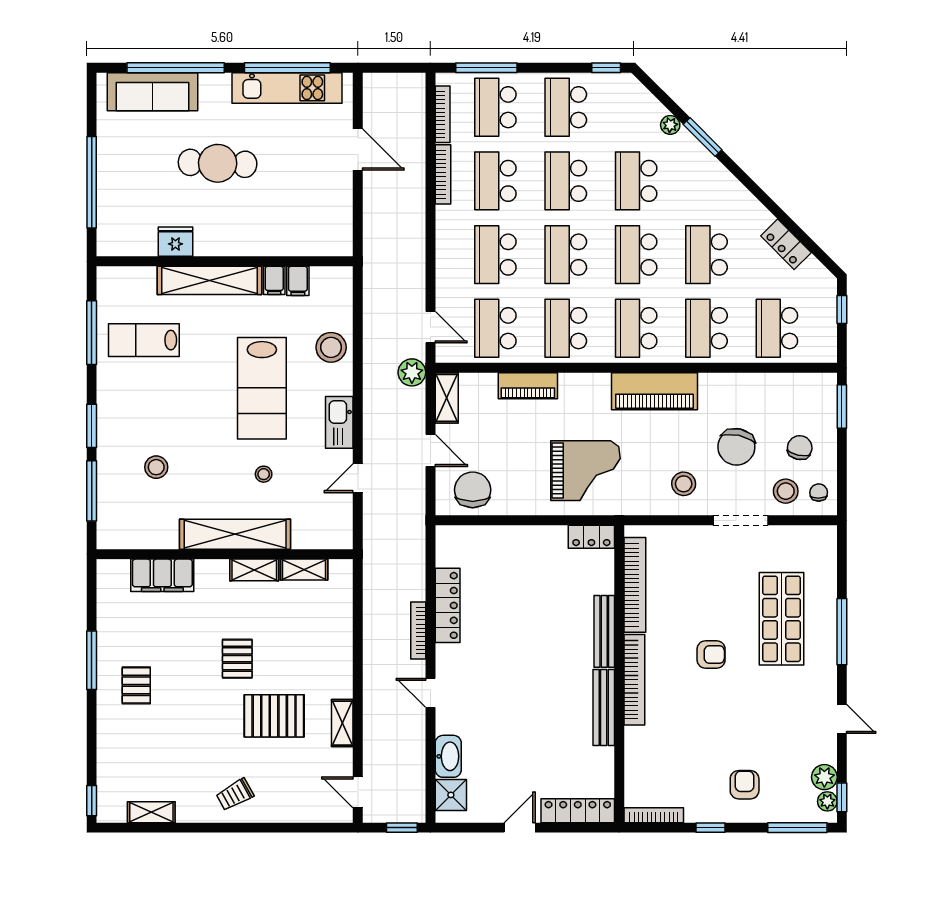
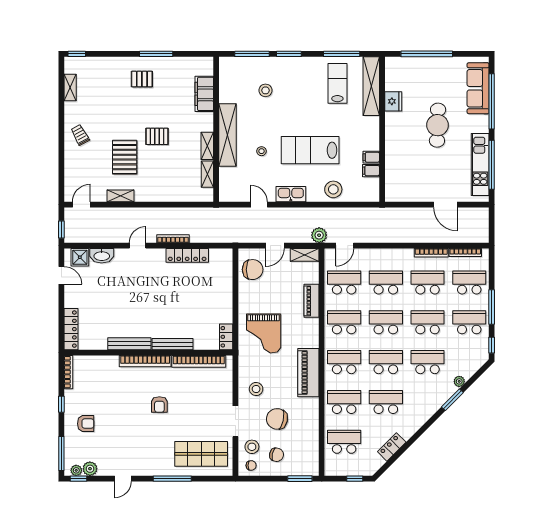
window: (486, 68) -> (492, 307), moved
door: (358, 149) -> (445, 205), hinge flipped
shelving: (210, 280) -> (371, 86), moved
shop shelf: (782, 619) -> (201, 454), moved
door: (520, 828) -> (61, 275), moved

